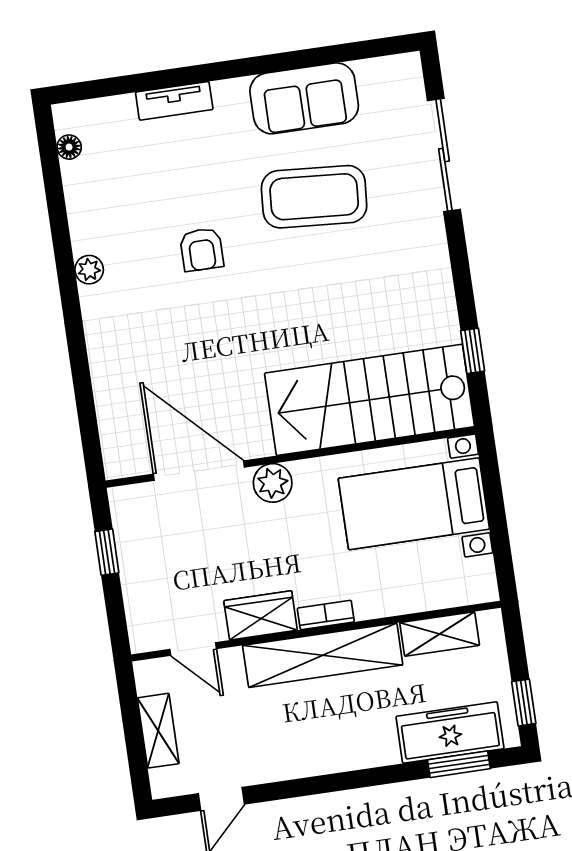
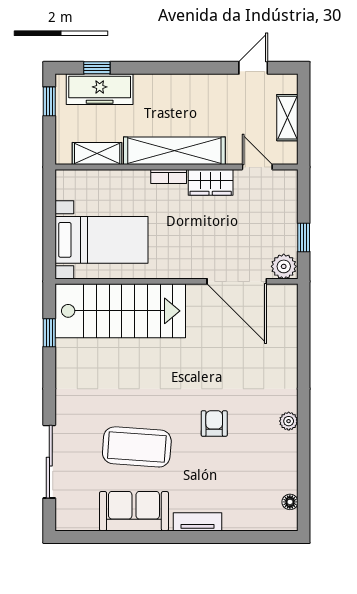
tv unit: (174, 101) -> (197, 522), moved
plant: (273, 483) -> (284, 266), moved
window: (459, 764) -> (97, 68), width x0.67

